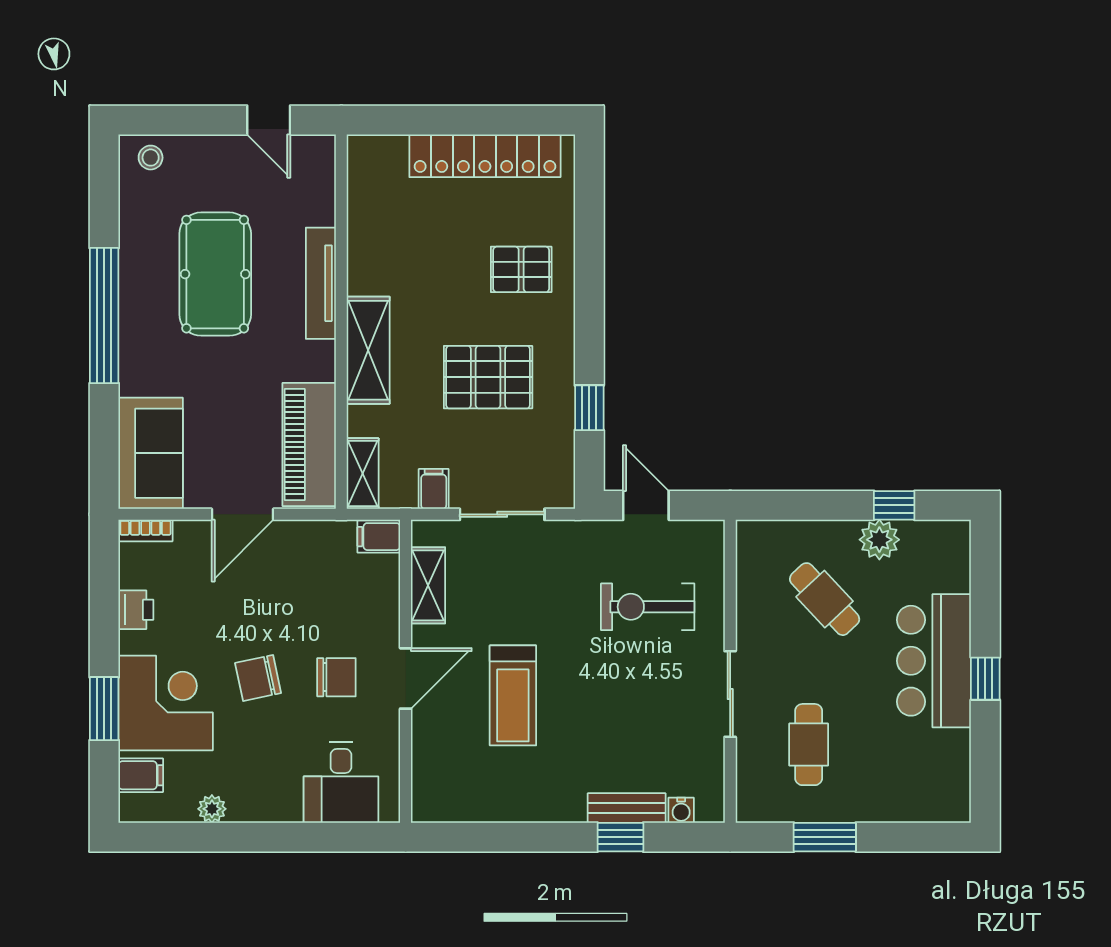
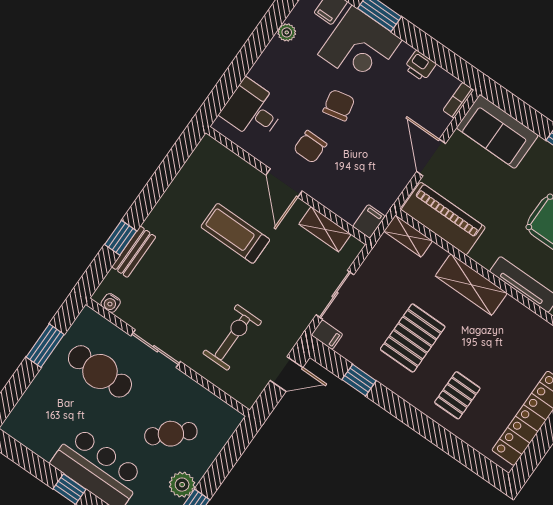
filing cabinet: (434, 489) -> (327, 335), moved
cafe table: (809, 745) -> (100, 371), width x1.37, depth x1.35
water cooler: (681, 810) -> (111, 303), moved, turned -90

